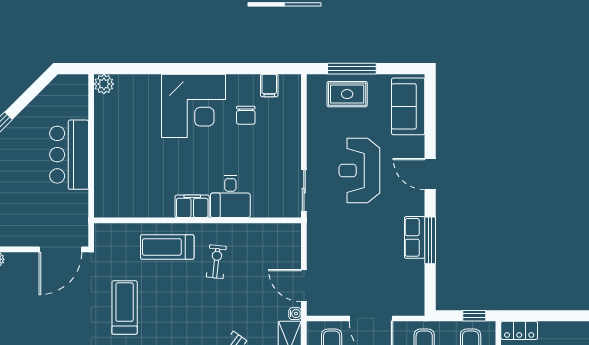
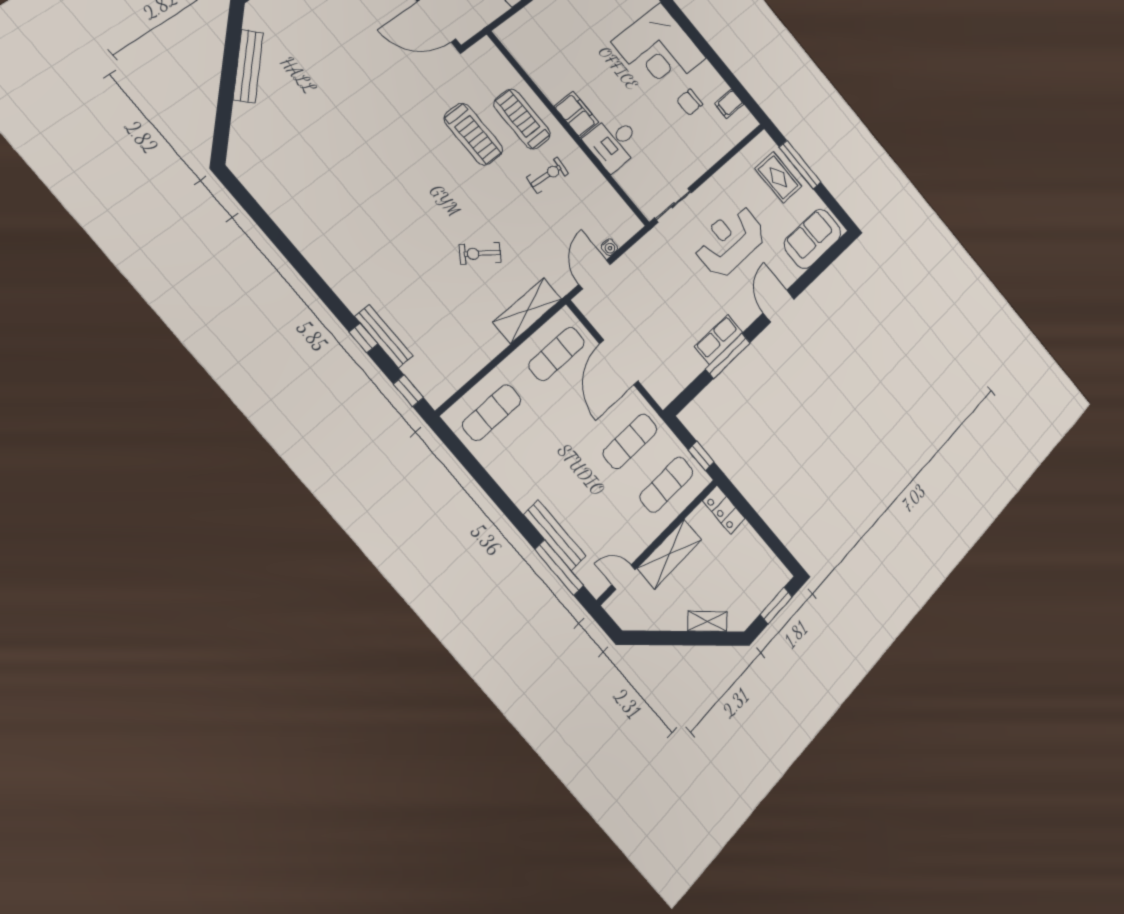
treadmill: (125, 307) -> (473, 134), moved, turned 90
water cooler: (295, 314) -> (609, 247), moved

